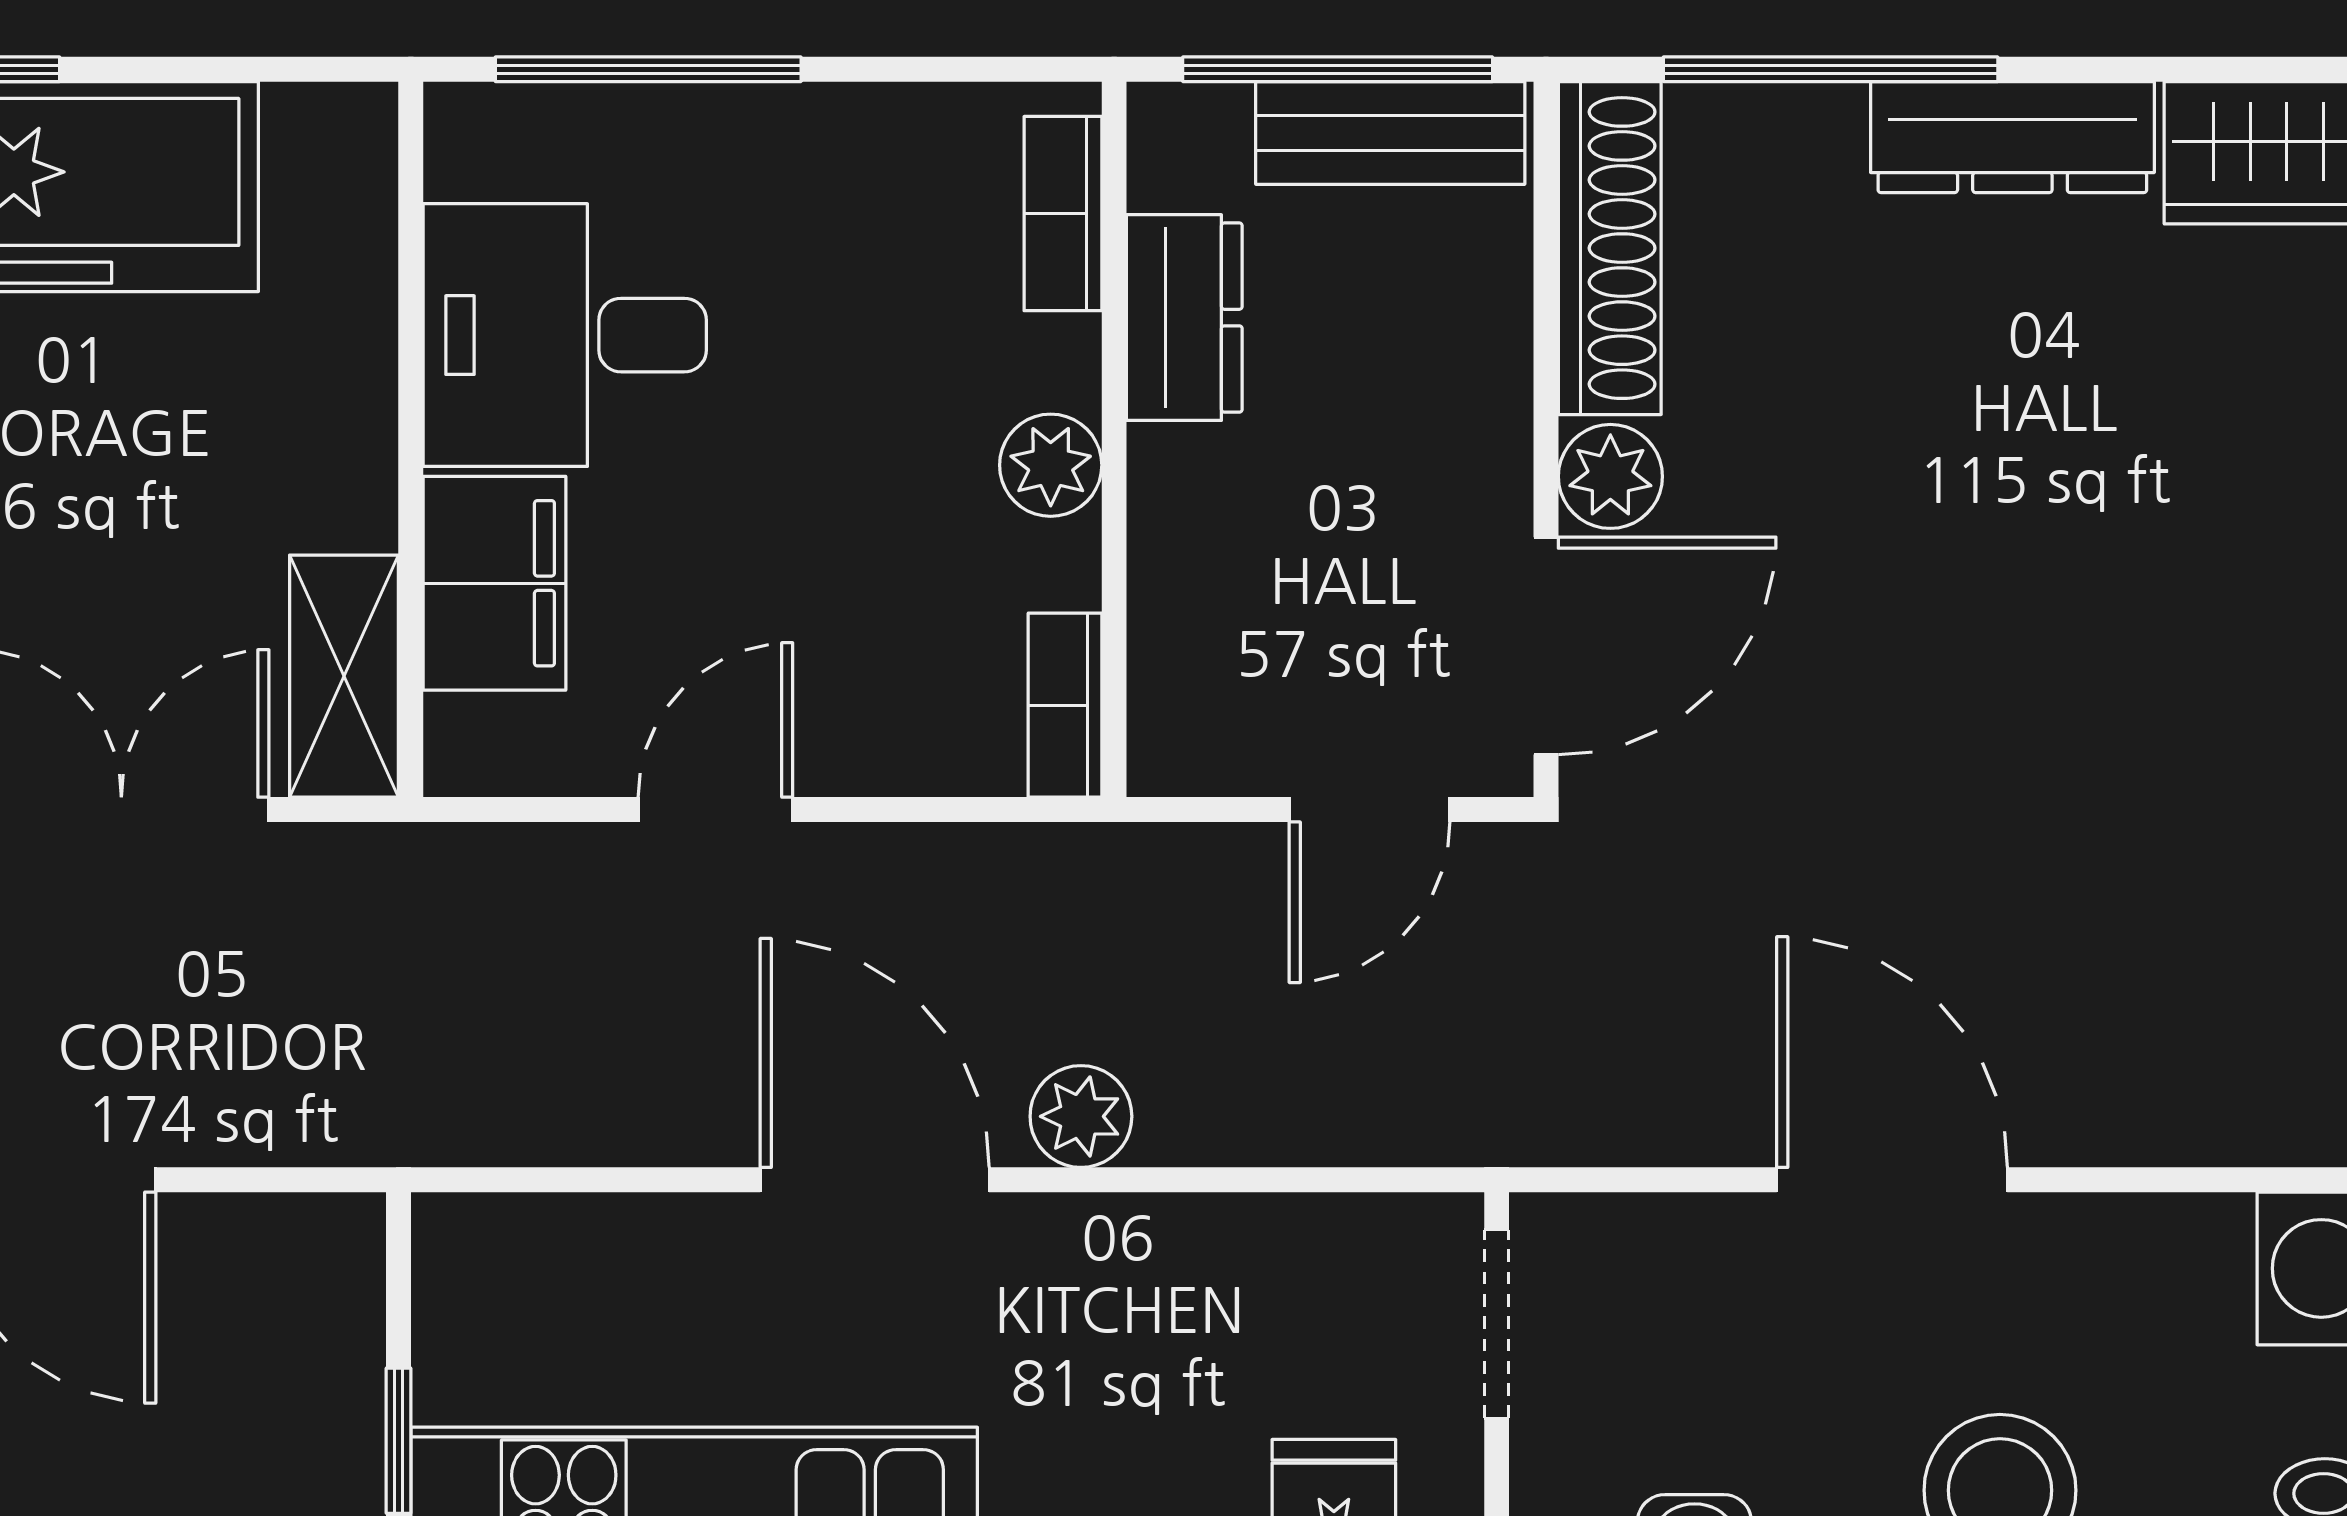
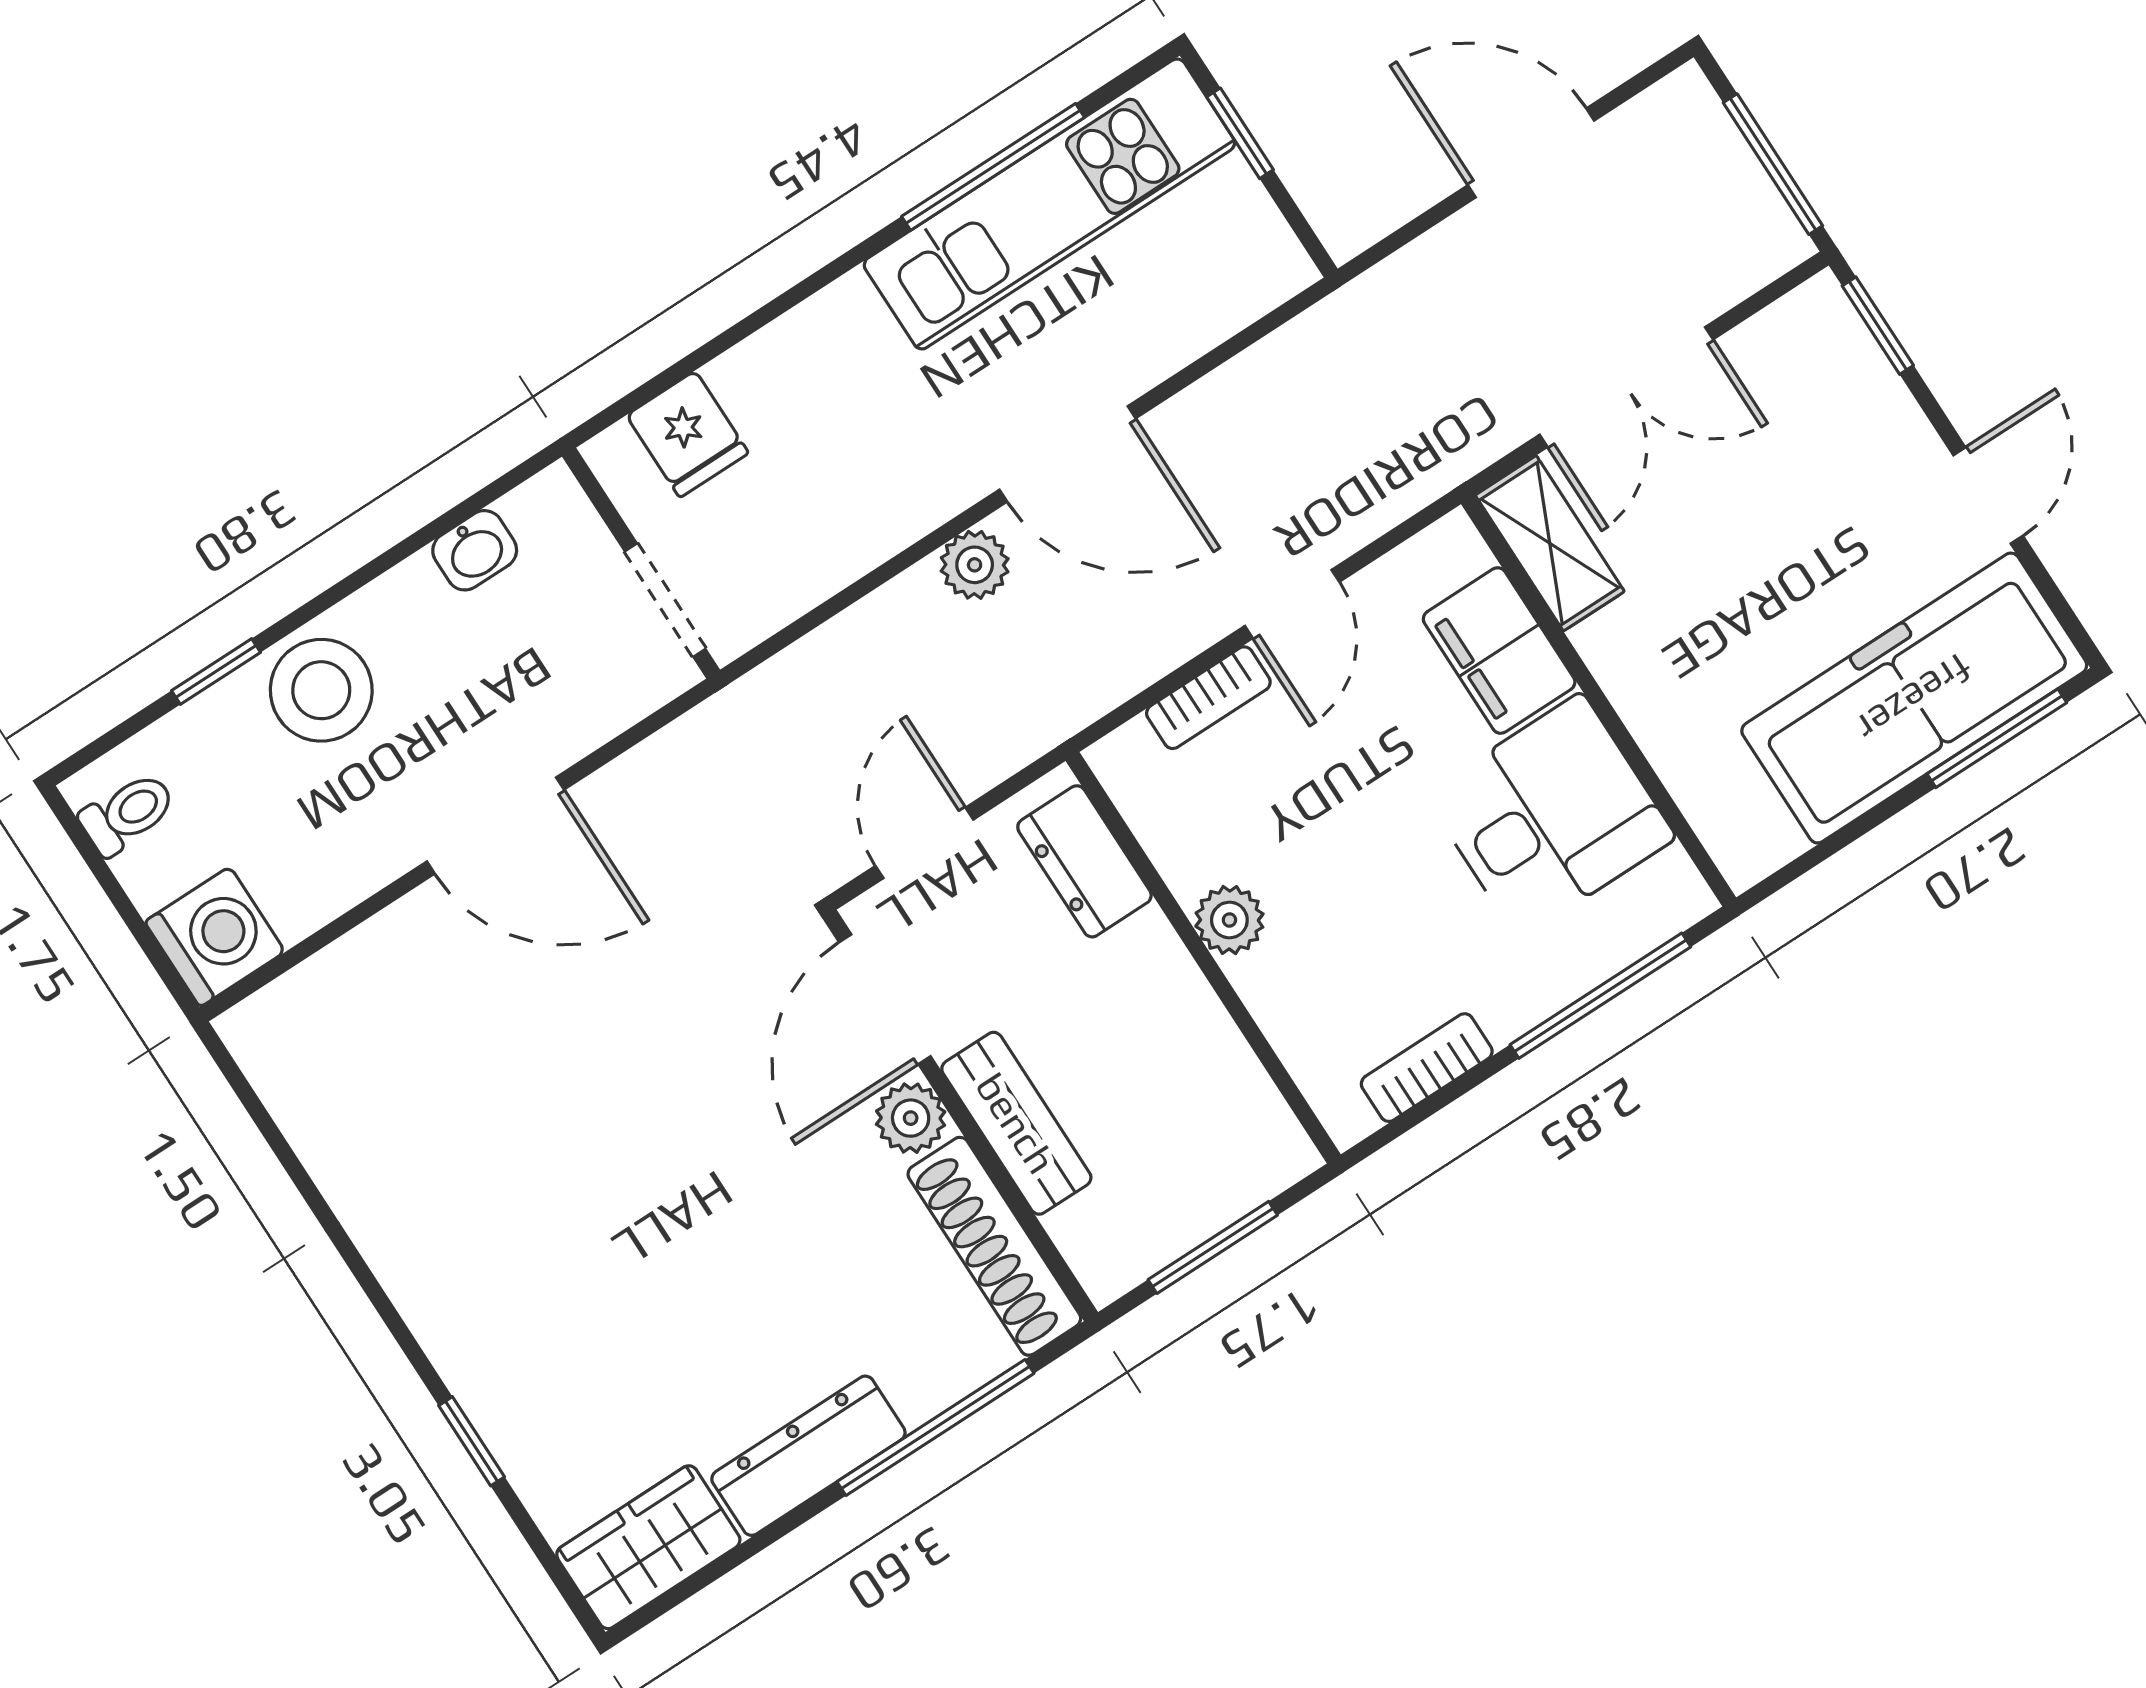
window: (1338, 69) -> (1213, 1247), width x0.69
bench: (1390, 133) -> (1016, 1123), moved, turned 90
bookcase: (1063, 214) -> (1427, 1068), moved, turned -90
dresser: (1184, 318) -> (1084, 861), moved
bookcase: (1065, 705) -> (1208, 698), moved, turned 90

